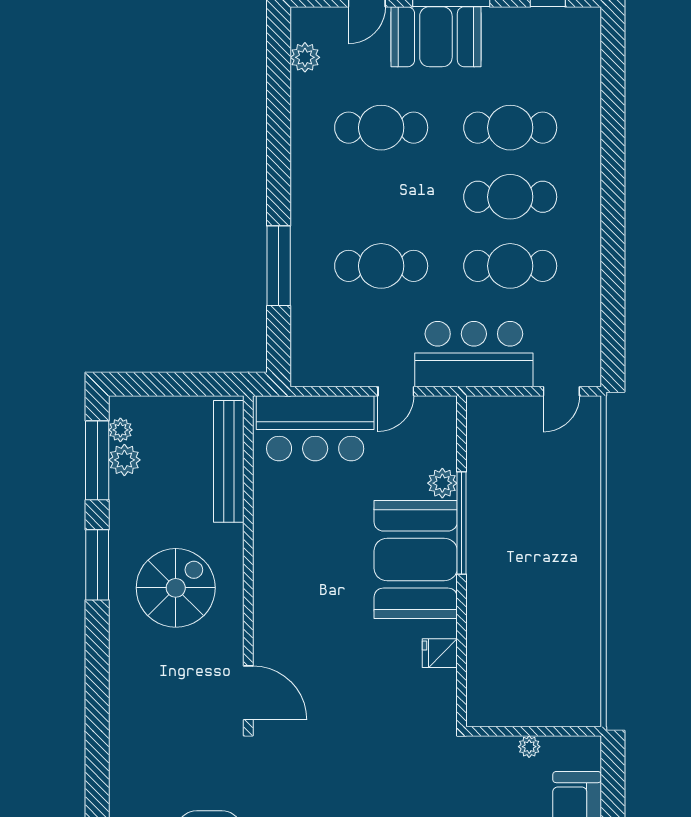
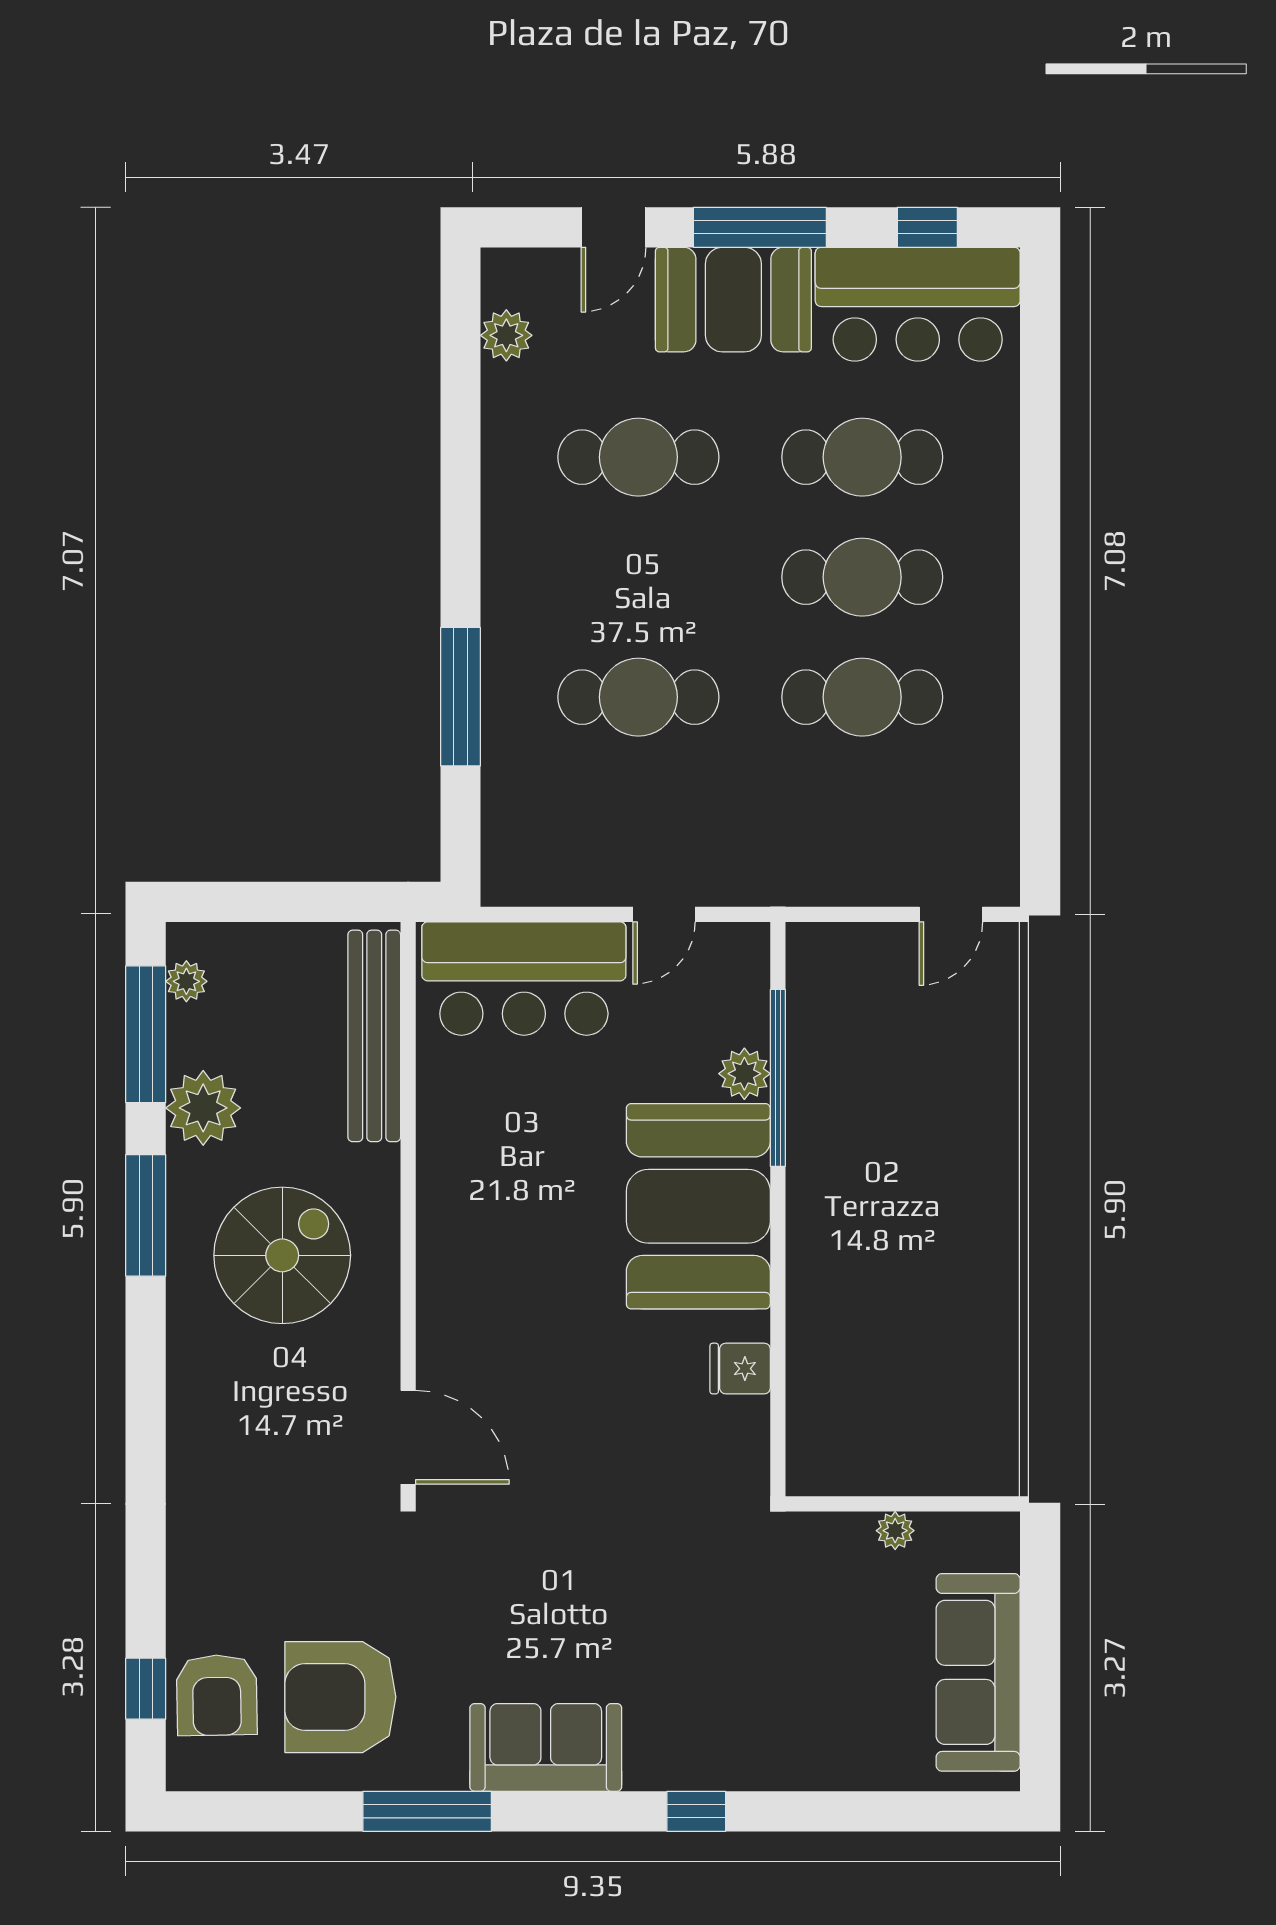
bar counter: (474, 354) -> (918, 304), moved, turned 180
plant: (124, 460) -> (203, 1108), moved, width x1.36, depth x1.36
window: (462, 523) -> (778, 1078), moved

